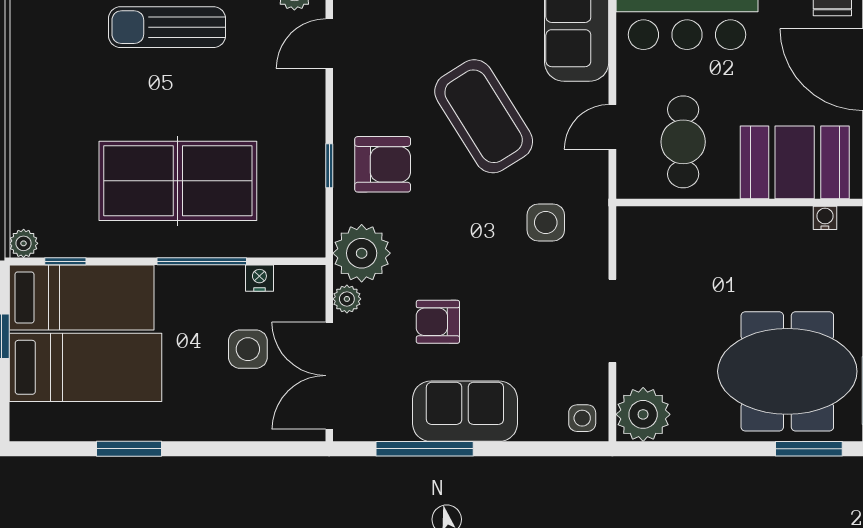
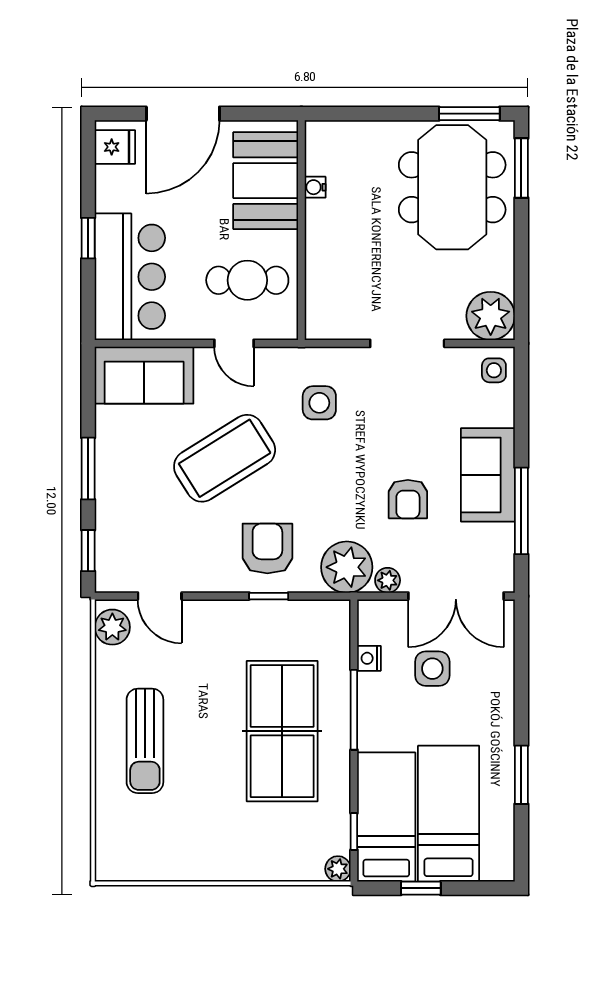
water cooler: (825, 218) -> (315, 187), moved

